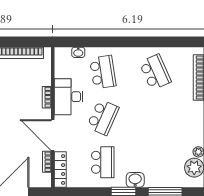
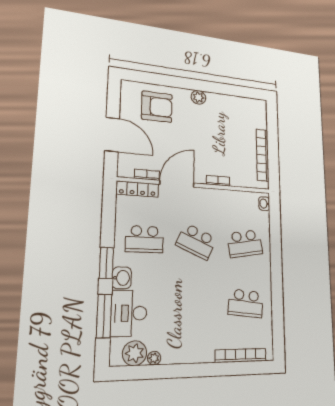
washbasin: (78, 52) -> (264, 204), moved
school desk: (155, 72) -> (246, 303), turned 30
desk: (68, 97) -> (129, 313), moved, turned -90

